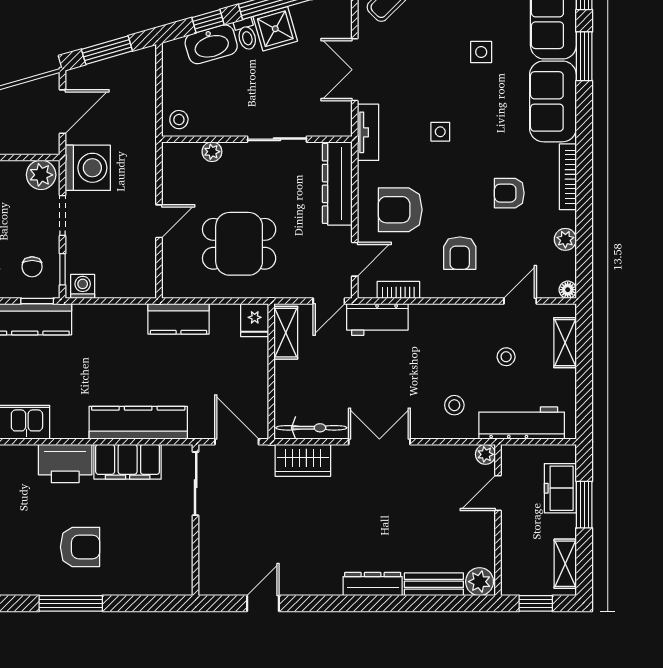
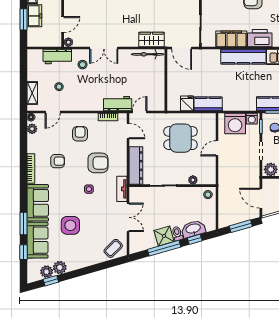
side table: (481, 52) -> (70, 225), width x1.87, depth x1.87
door: (63, 112) -> (261, 198), hinge flipped
washing machine: (88, 168) -> (235, 124), moved, turned -90
armchair: (400, 210) -> (98, 163), moved
plant: (565, 239) -> (32, 129), moved
door: (355, 259) -> (128, 131), swing flipped
fridge: (255, 320) -> (187, 103), moved
shelving: (286, 333) -> (159, 98), removed
kitchen counter: (138, 423) -> (243, 57), moved
workbench: (522, 423) -> (57, 56), width x0.73
double door: (379, 442) -> (104, 48), moved
freezer: (560, 488) -> (34, 16), moved

